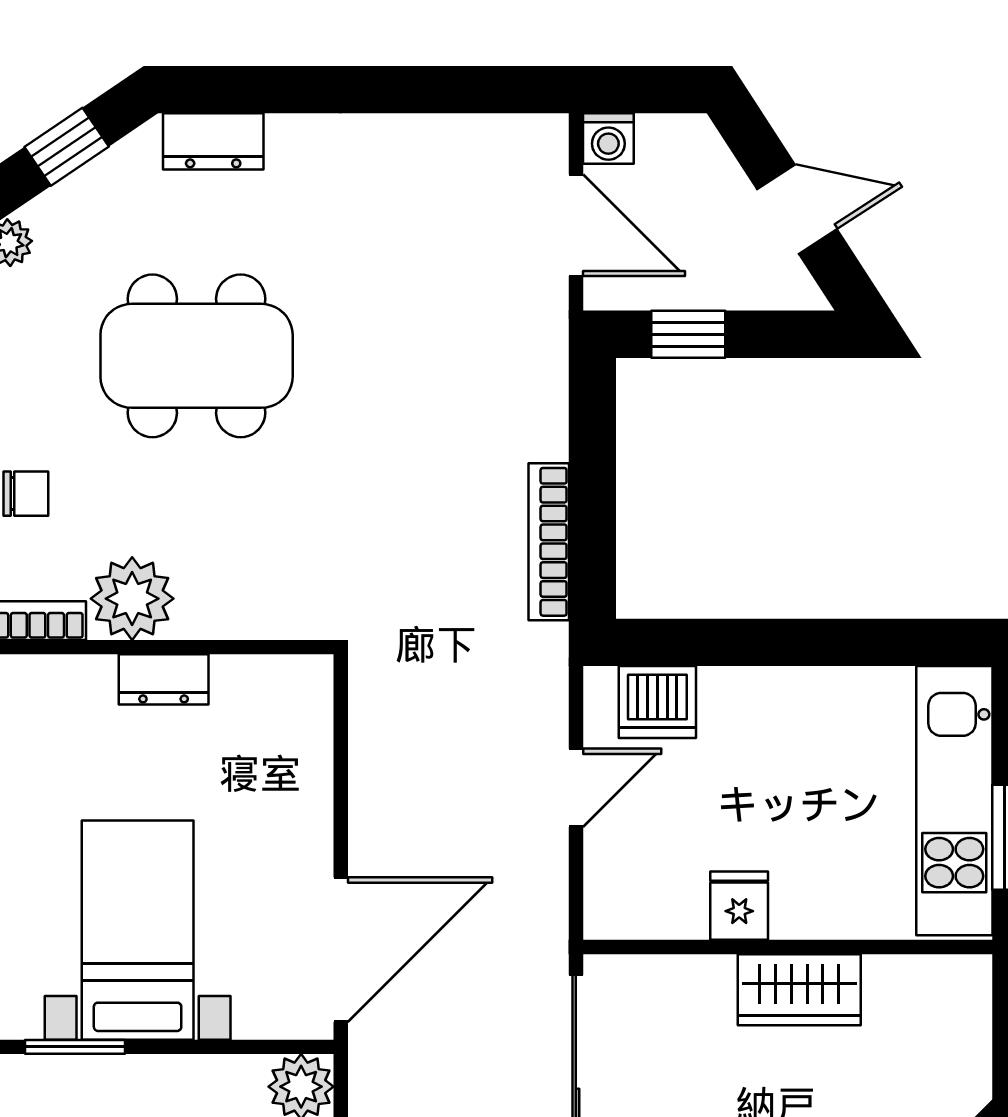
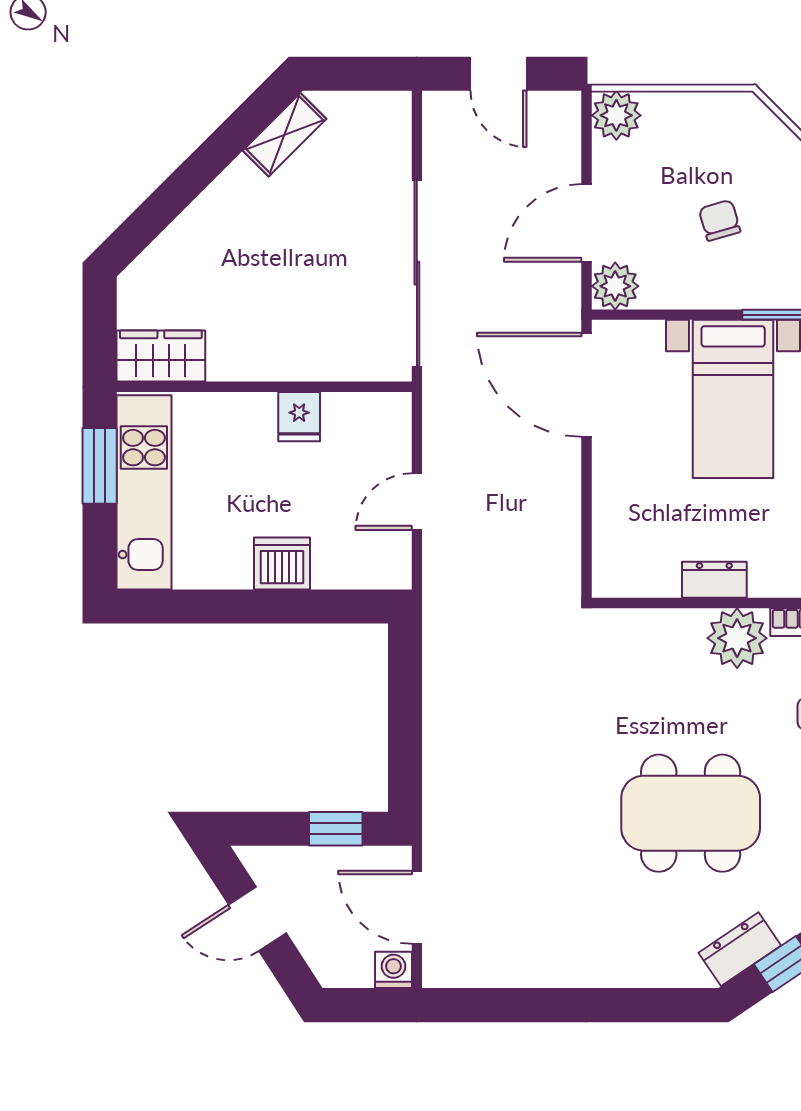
dresser: (213, 141) -> (740, 949), moved, turned -34
bookcase: (549, 542) -> (436, 679), removed
dishwasher: (657, 702) -> (282, 563), moved
door: (341, 950) -> (587, 385), hinge flipped
wardrobe: (799, 990) -> (161, 356), moved

